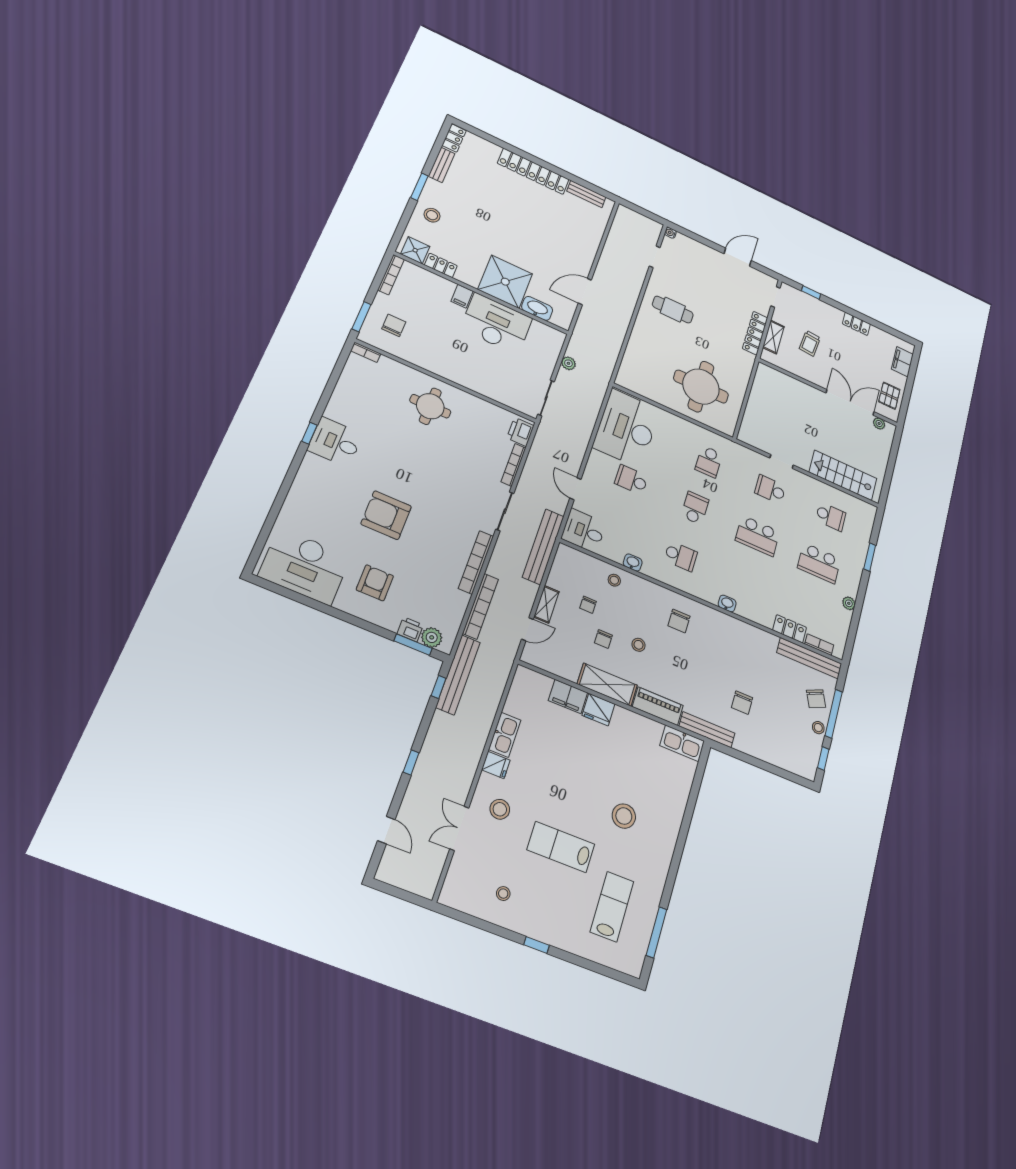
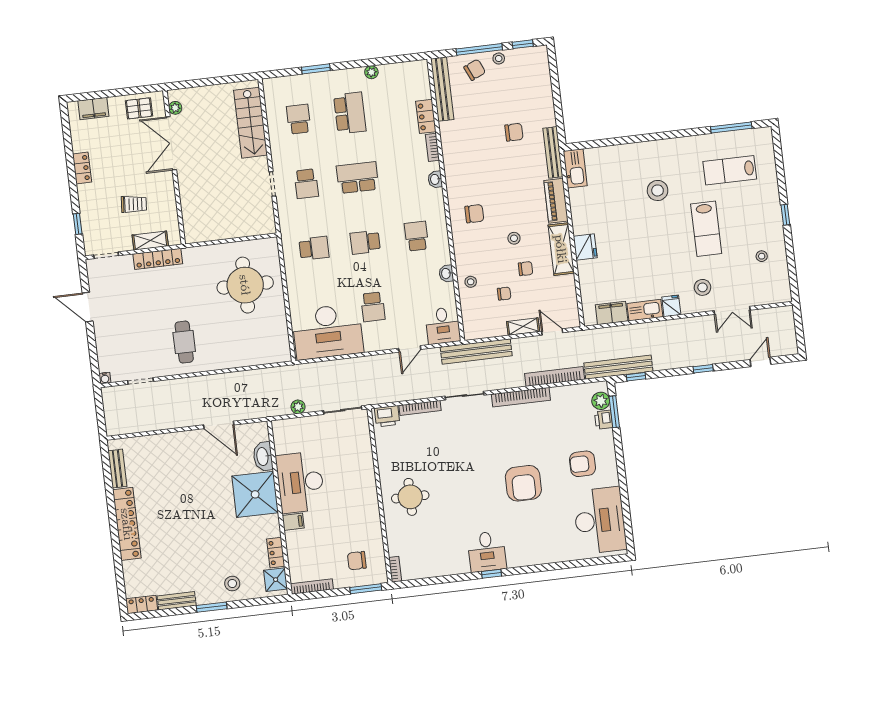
school desk: (758, 536) -> (357, 178), turned -90
bookcase: (819, 645) -> (432, 147), moved
filing cabinet: (568, 696) -> (612, 313), moved, turned -90

